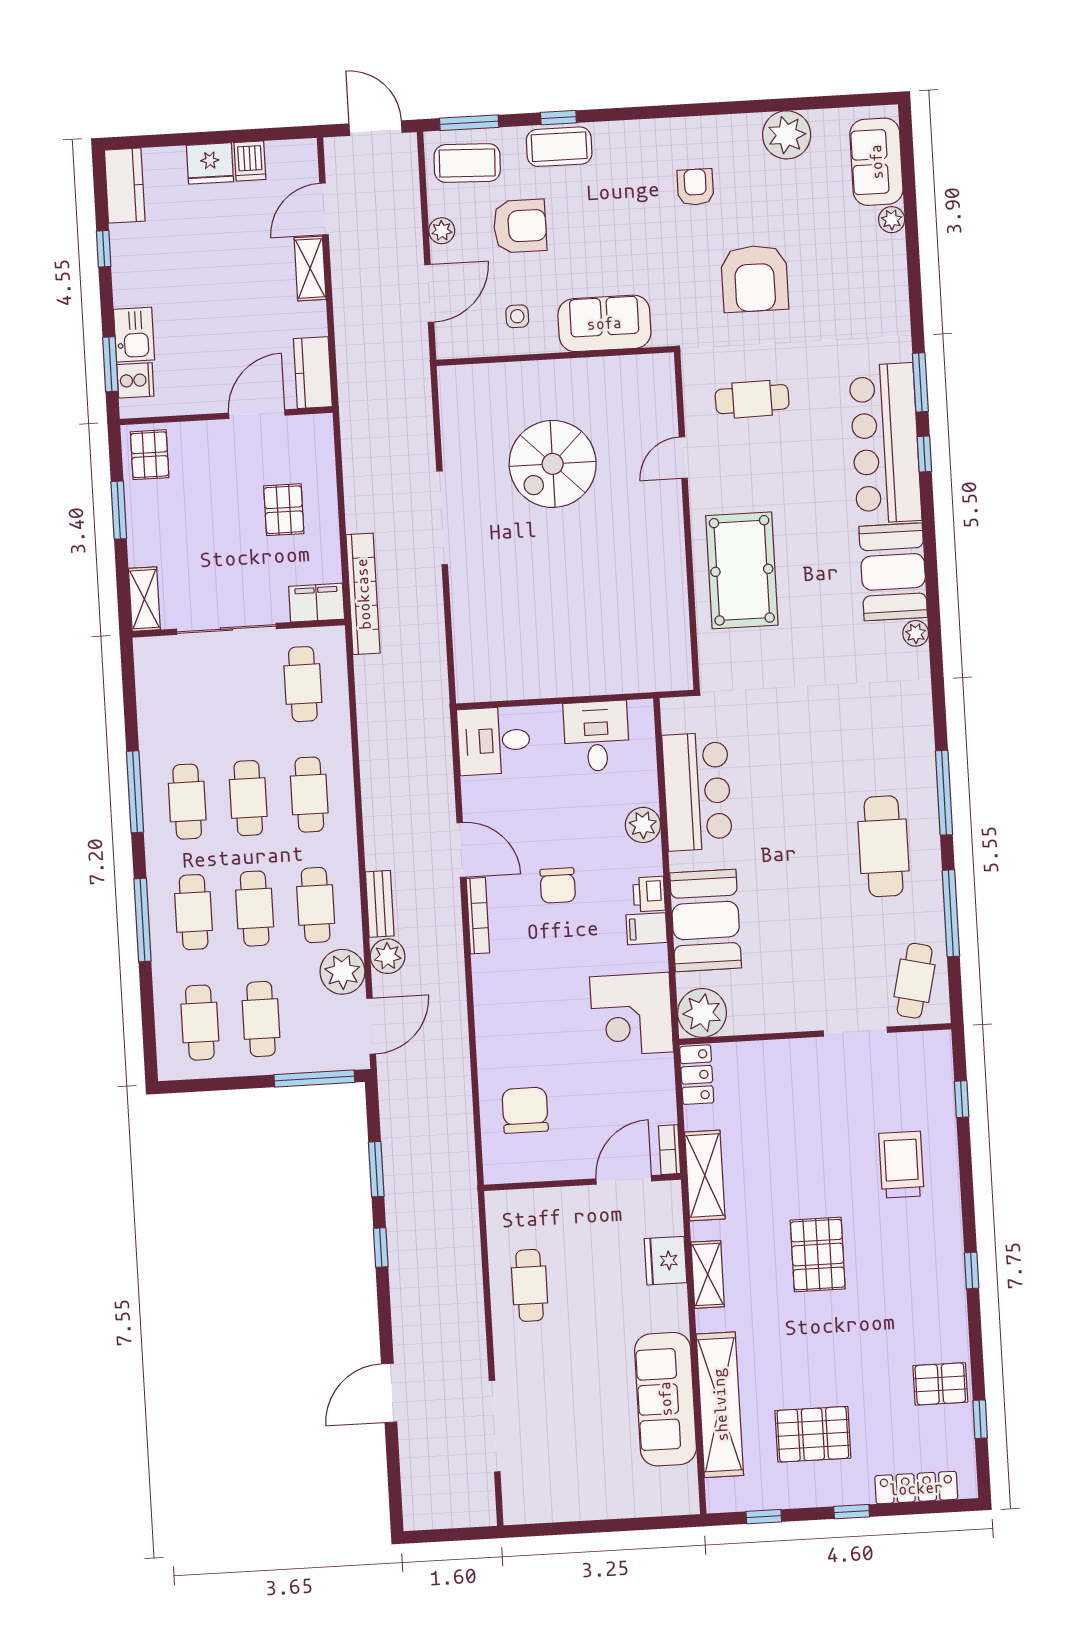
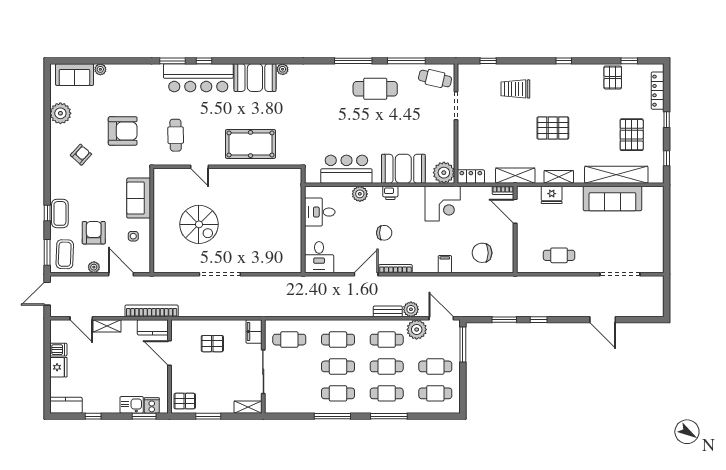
armchair: (695, 187) -> (81, 155), turned 132
bookcase: (363, 594) -> (152, 311), moved
filing cabinet: (647, 929) -> (445, 264), moved, turned 180

